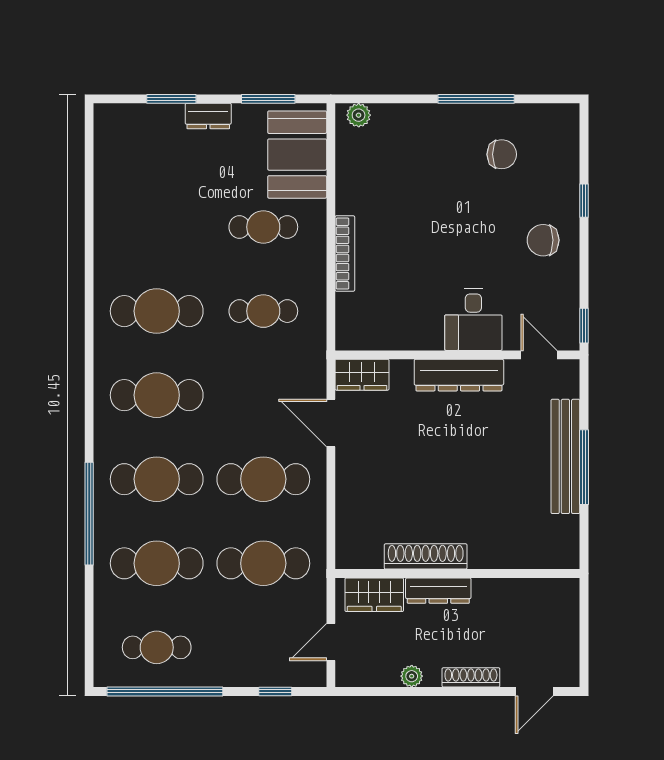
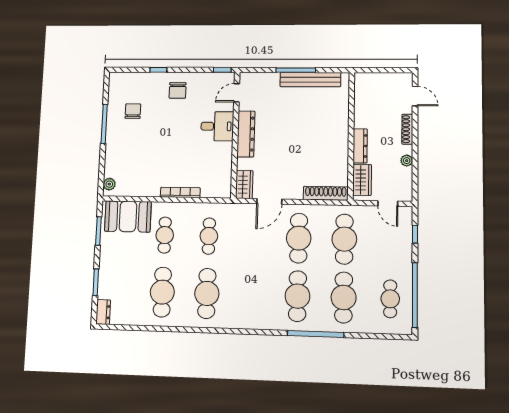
dresser: (208, 116) -> (103, 312), moved
cafe table: (157, 395) -> (162, 292), moved
bench: (565, 456) -> (310, 80), moved
shoe rack: (426, 556) -> (326, 193), moved, turned 90

